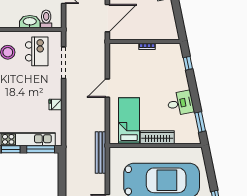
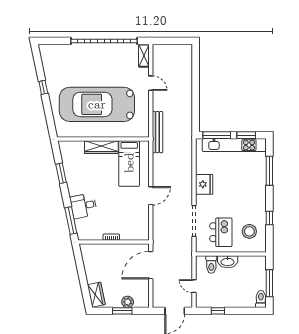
kitchen island: (37, 51) -> (221, 232), turned 180
window: (188, 63) -> (71, 220), width x2.17
desk: (180, 103) -> (83, 206), moved
fridge: (56, 104) -> (204, 184), width x1.88, depth x1.34
window: (200, 122) -> (61, 173), moved

